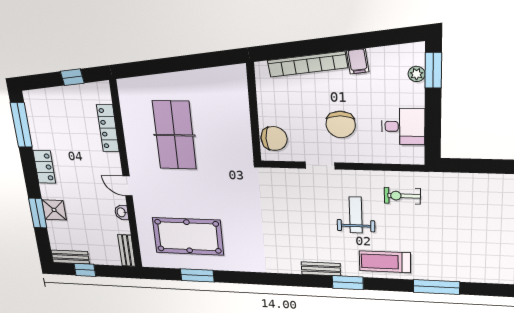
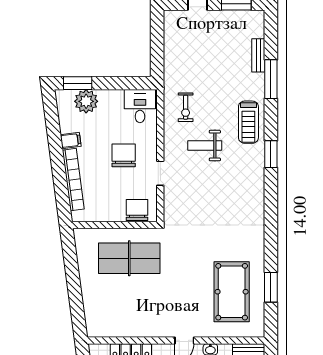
plant: (417, 74) -> (86, 101), width x1.88, depth x1.88
chair: (341, 124) -> (124, 155), turned -90
desk: (403, 127) -> (140, 106), moved
table tennis table: (174, 135) -> (129, 258), moved
bench: (321, 269) -> (258, 55), moved

